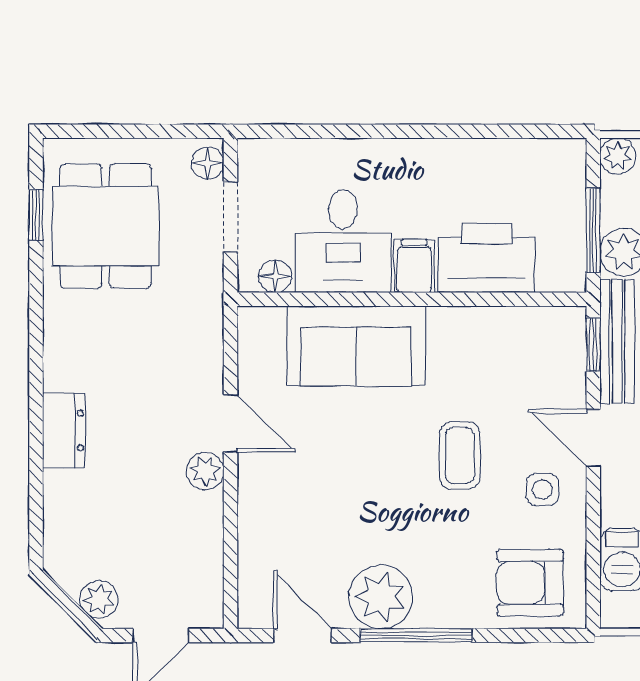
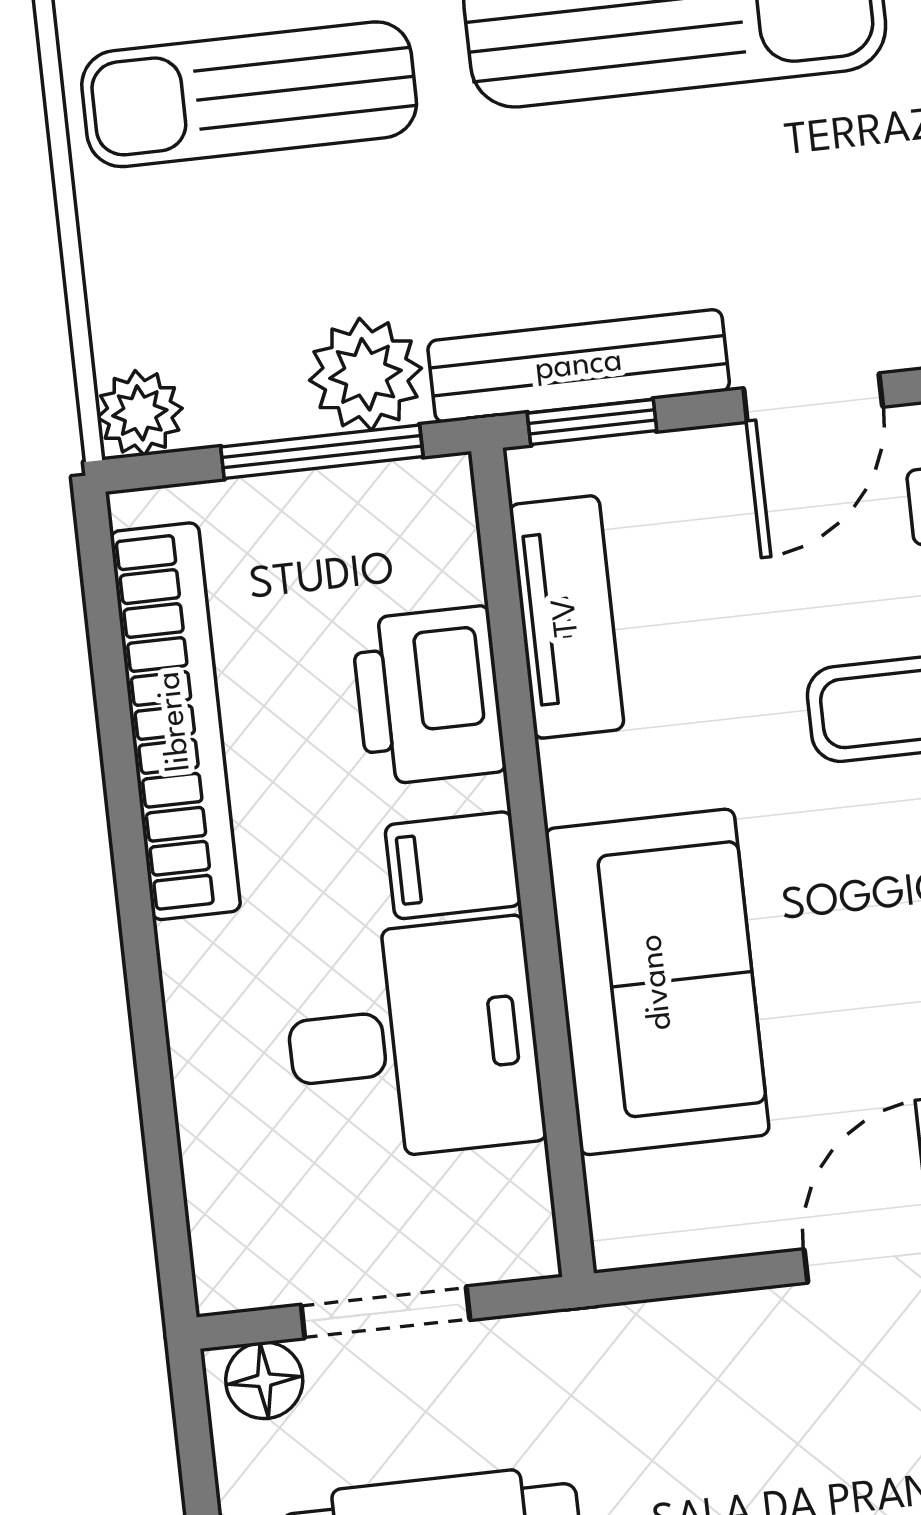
bookcase: (487, 157) -> (175, 721), added
printer: (486, 258) -> (428, 696), width x0.73, depth x0.84
floor lamp: (275, 276) -> (514, 1191), removed
tv unit: (513, 325) -> (567, 617), added

